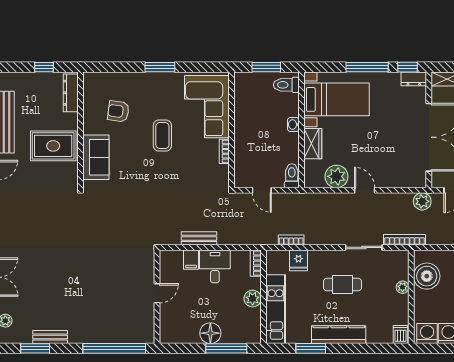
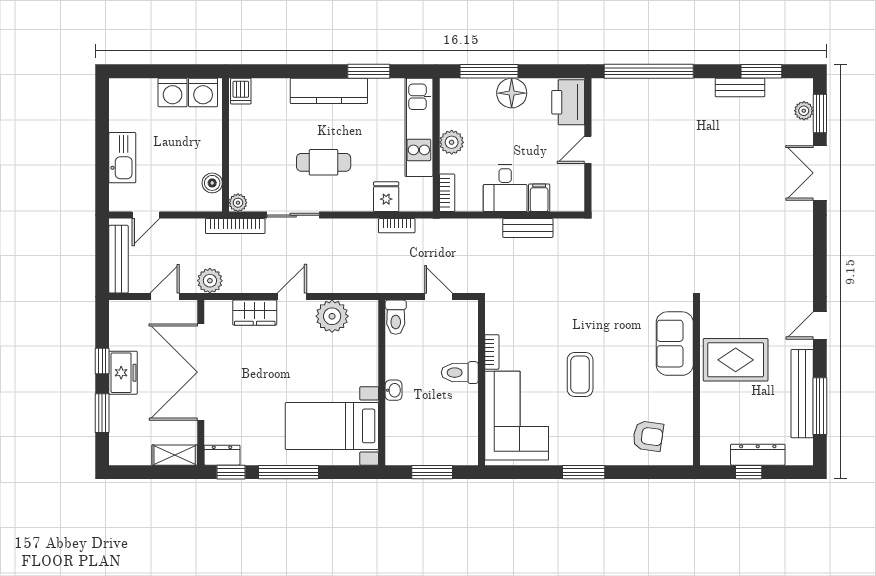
toilet: (286, 85) -> (460, 373), moved, turned 180
dresser: (71, 93) -> (758, 455), moved, turned -90
armchair: (118, 111) -> (648, 436), moved
wardrobe: (313, 144) -> (255, 313), moved, turned -90
door: (365, 190) -> (292, 297), swing flipped
boiler: (427, 276) -> (212, 183), width x0.54, depth x0.54
plant: (403, 287) -> (238, 203), moved
printer: (171, 327) -> (568, 102), added

